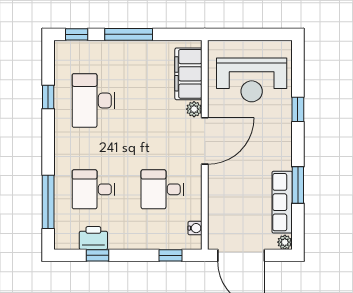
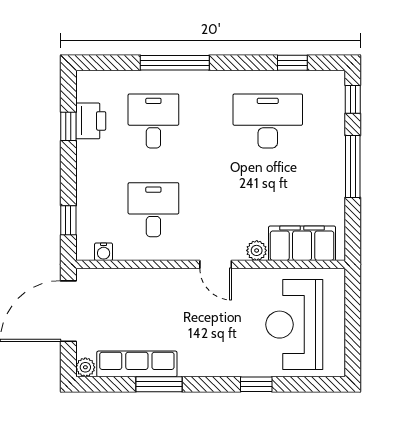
window: (48, 97) -> (292, 63), moved
door: (205, 141) -> (216, 264), width x0.53
window: (48, 202) -> (175, 63), moved

